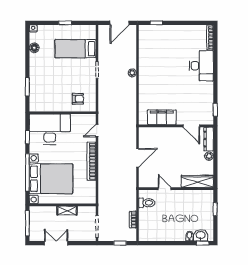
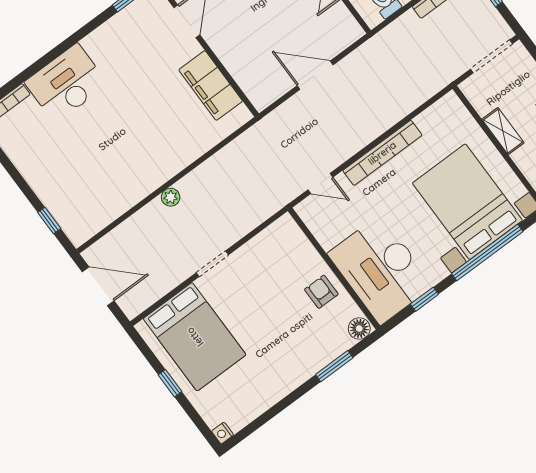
floor lamp: (34, 48) -> (359, 329), moved
bed: (75, 49) -> (195, 337), width x1.50
armchair: (78, 99) -> (321, 292), moved

